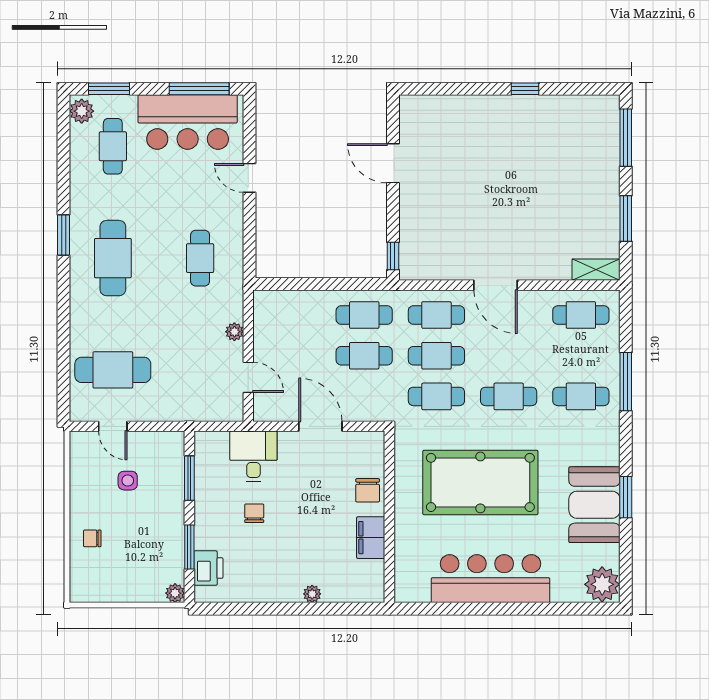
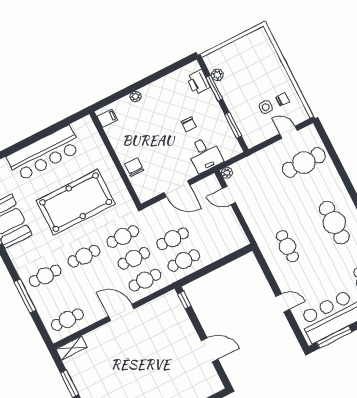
plant: (234, 332) -> (227, 173), moved
chair: (92, 538) -> (283, 99), moved
filing cabinet: (371, 538) -> (107, 118), moved, width x0.50
plant: (175, 593) -> (217, 75), moved

